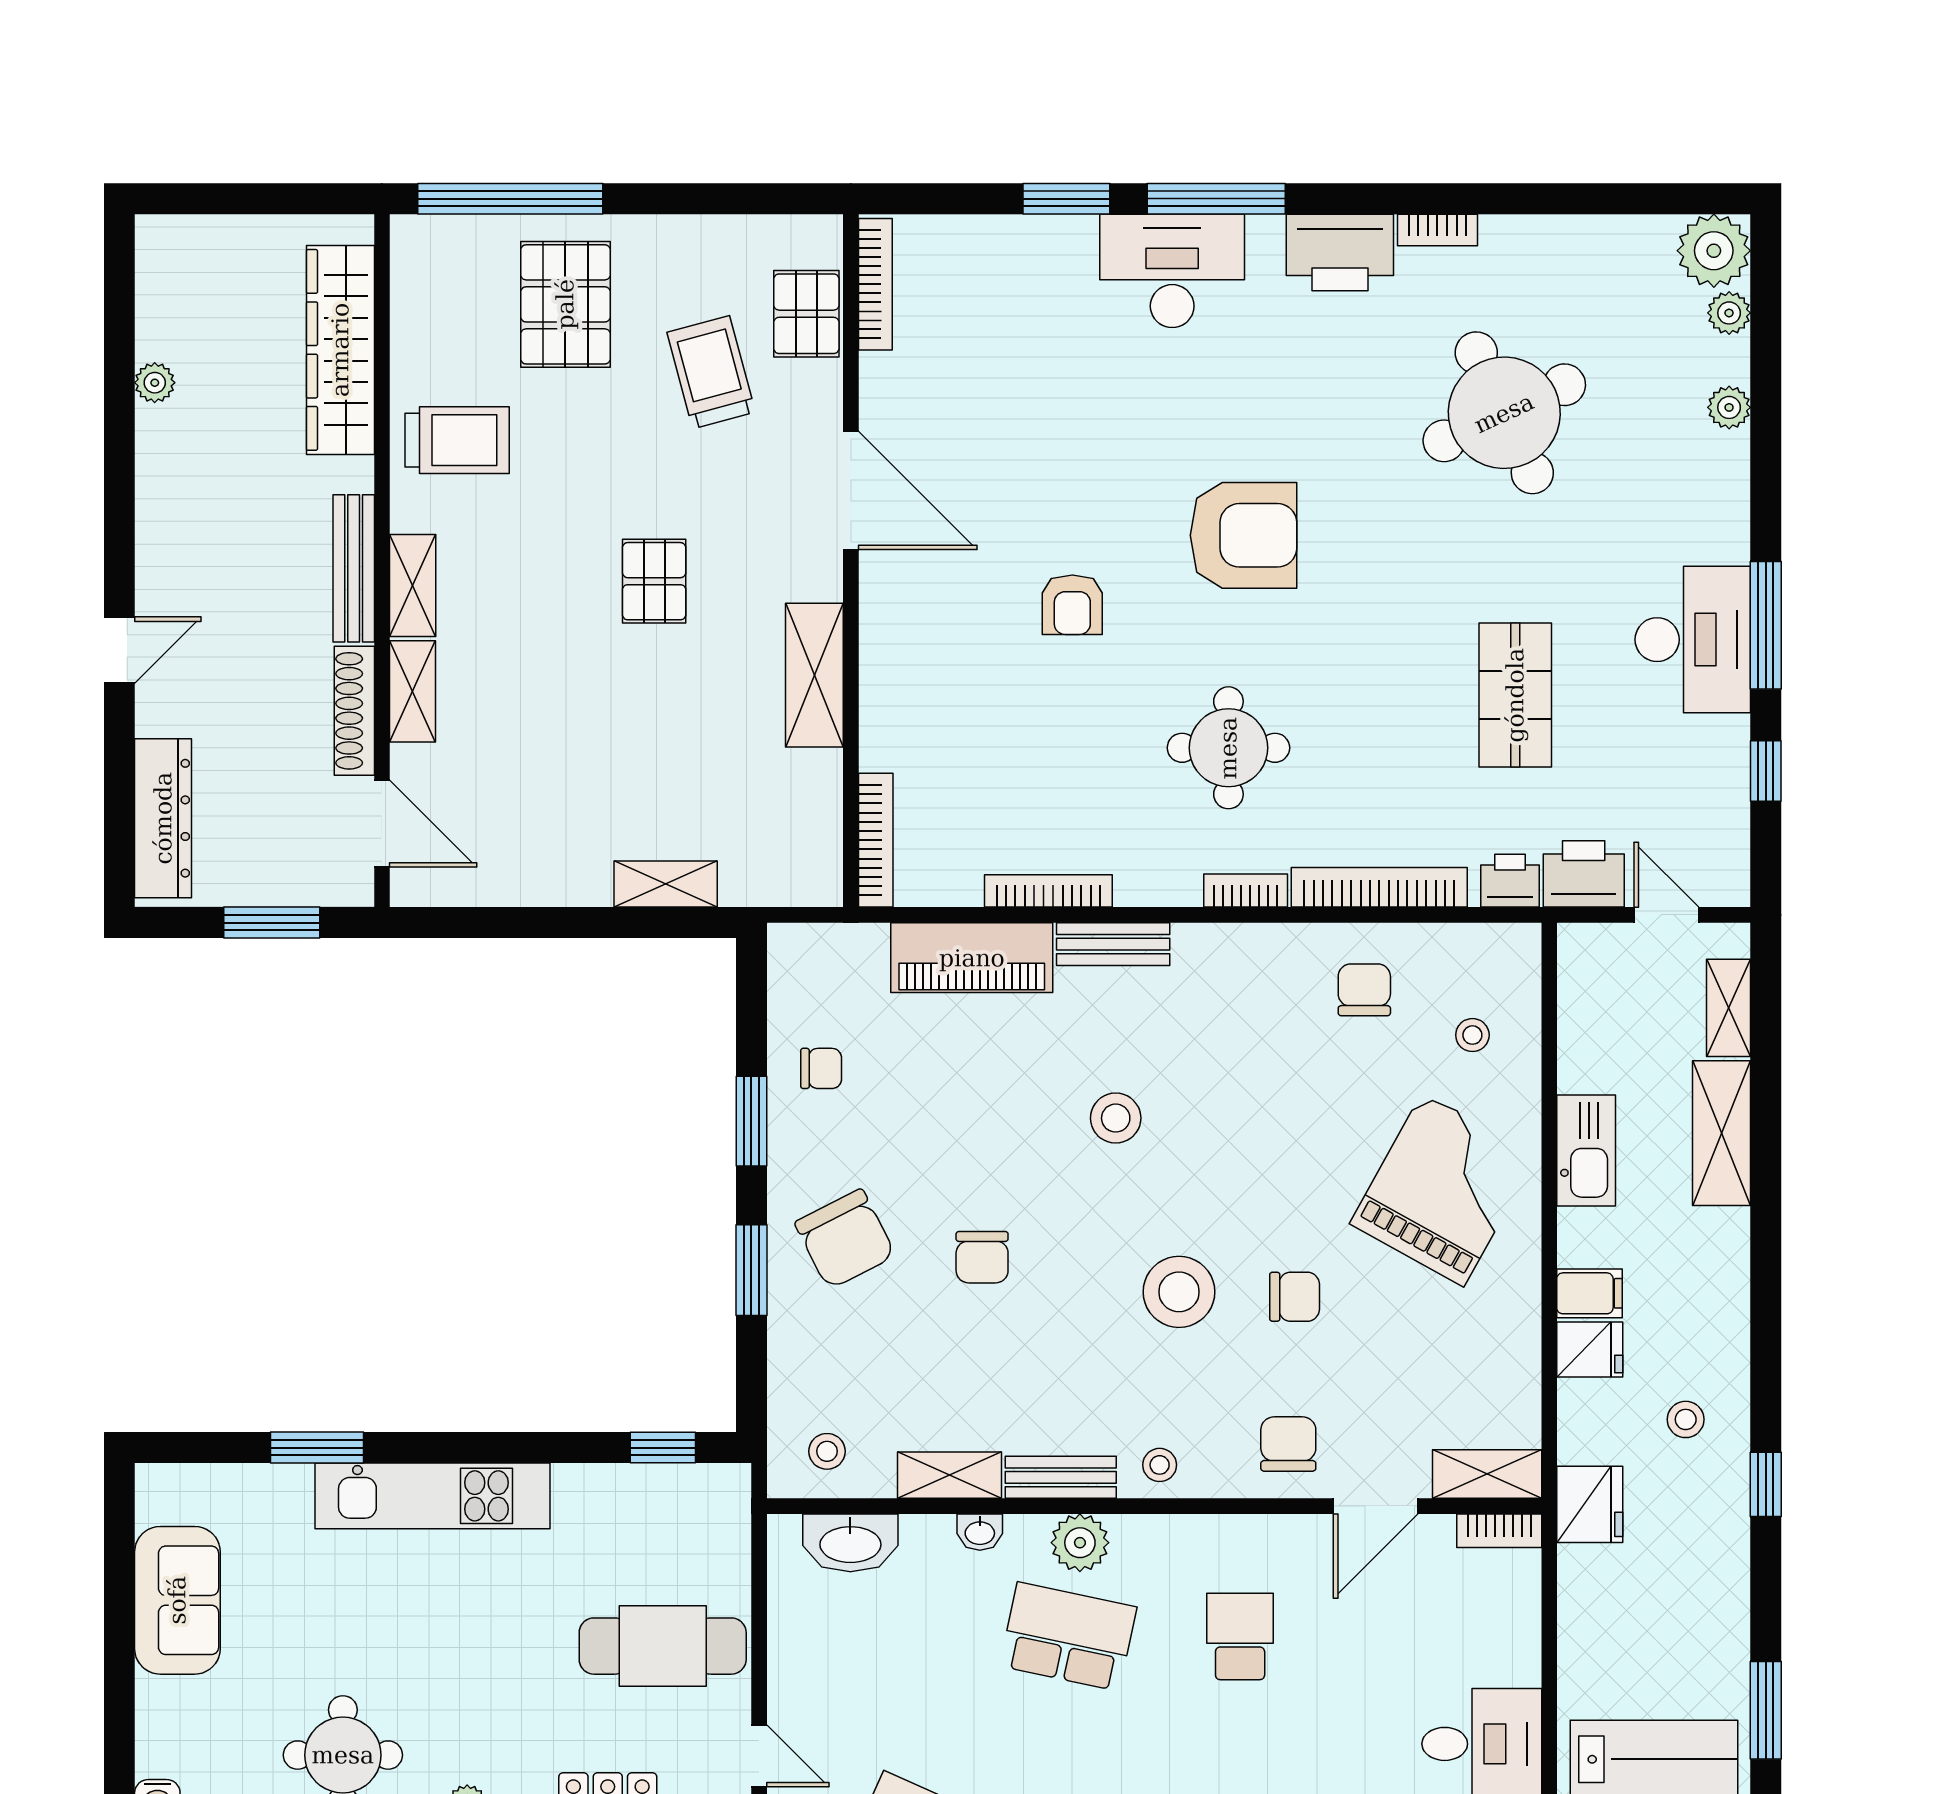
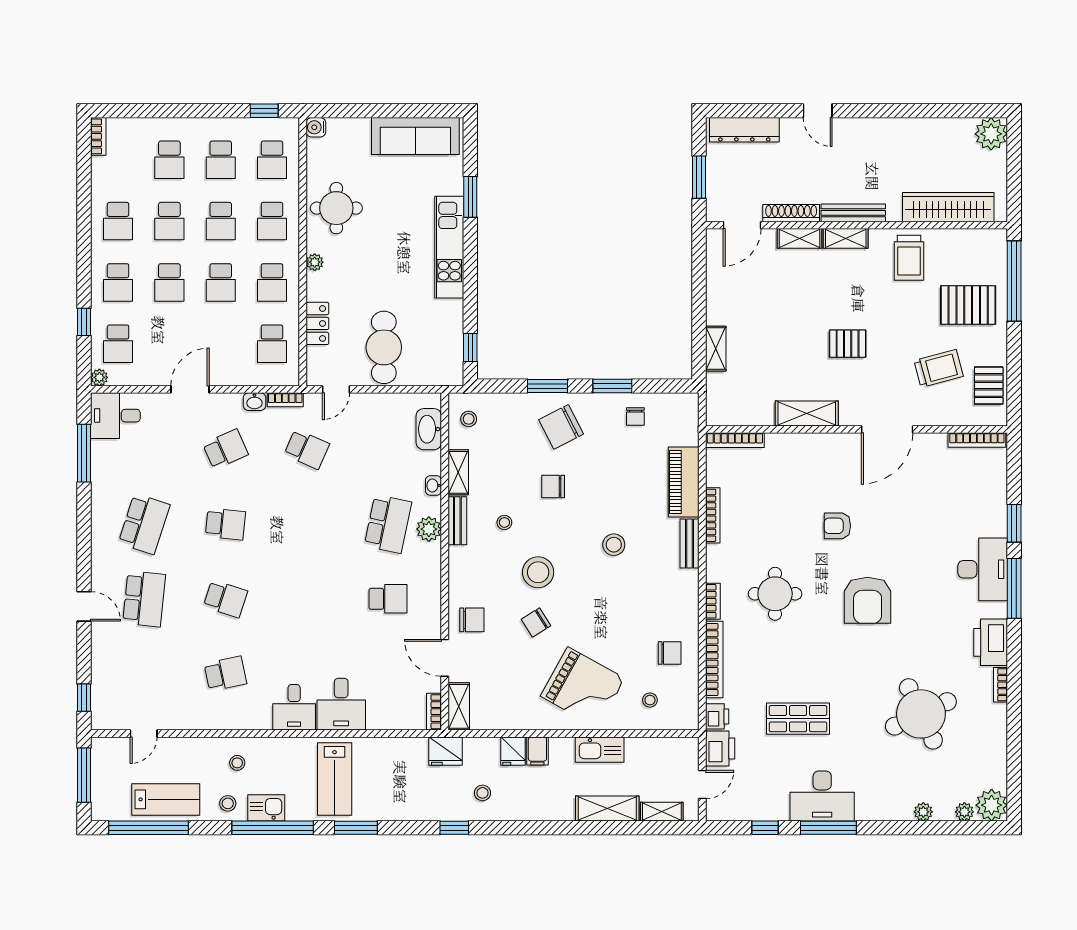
pallet: (806, 314) -> (989, 386), moved, turned 90
plant: (155, 383) -> (991, 134), moved, width x1.88, depth x1.88
chair: (1295, 1297) -> (536, 623), turned 58
stool: (1160, 1465) -> (504, 522), moved
sofa: (177, 1600) -> (415, 136), width x1.36

